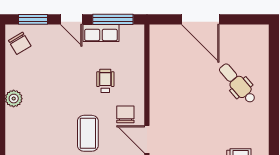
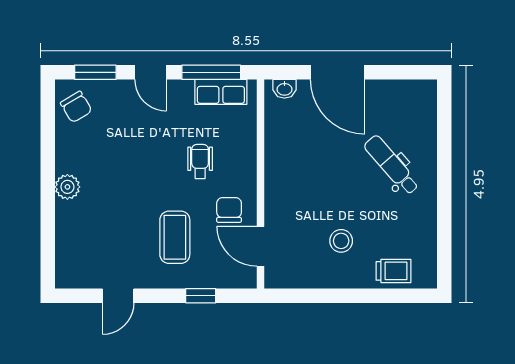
washbasin: (164, 31) -> (284, 89), added
row of seats: (101, 33) -> (221, 92), moved
stool: (203, 136) -> (341, 241), added

